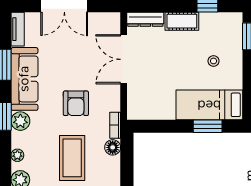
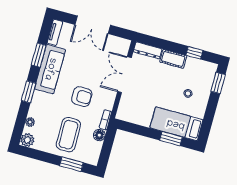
armchair: (76, 103) -> (82, 97), turned -90
plant: (20, 121) -> (39, 98), removed

